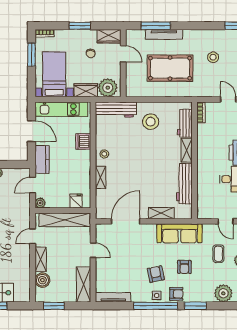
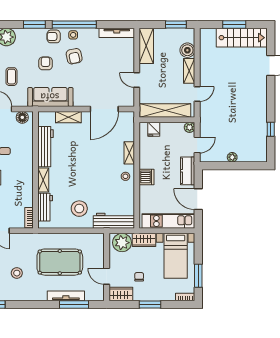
dishwasher: (83, 142) -> (147, 177), moved
floor lamp: (208, 213) -> (22, 117), added

